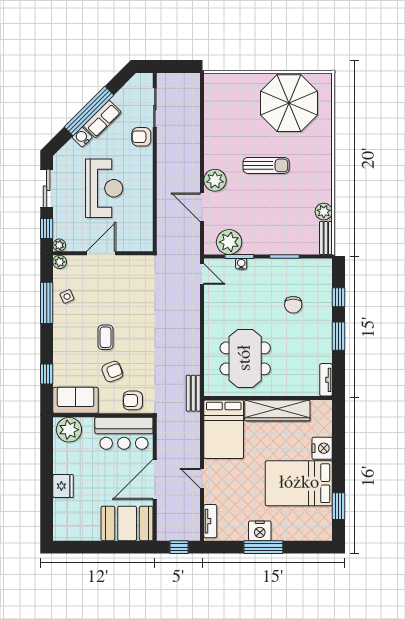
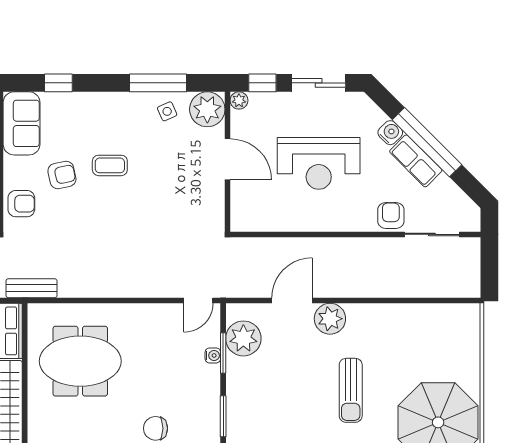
plant: (60, 262) -> (207, 109), width x1.88, depth x1.88
armchair: (112, 371) -> (62, 175), turned -81
armchair: (133, 400) -> (21, 204), turned 90

